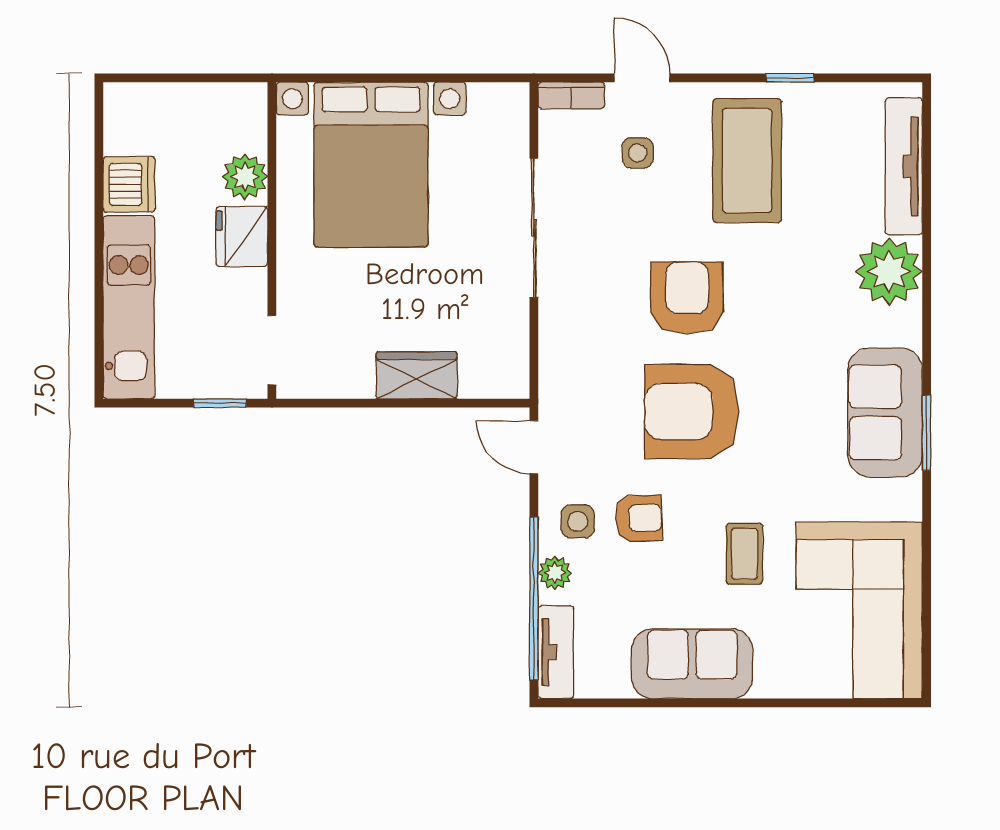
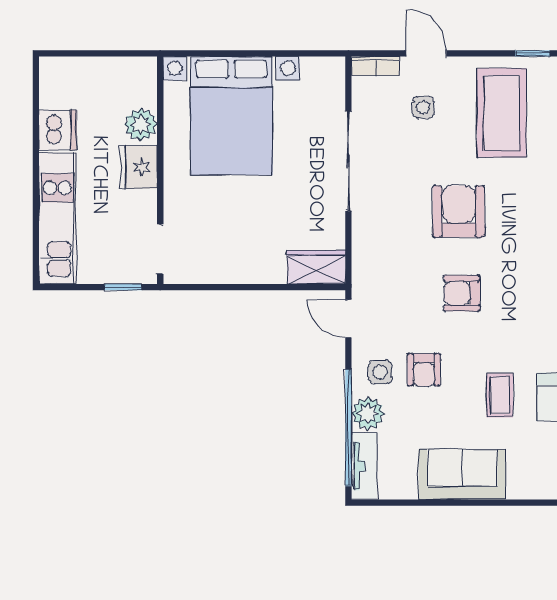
wardrobe: (417, 375) -> (316, 267), moved
armchair: (692, 412) -> (462, 293), width x0.53, depth x0.53
armchair: (639, 518) -> (424, 370), turned 92
plant: (555, 573) -> (368, 414), width x1.38, depth x1.38

